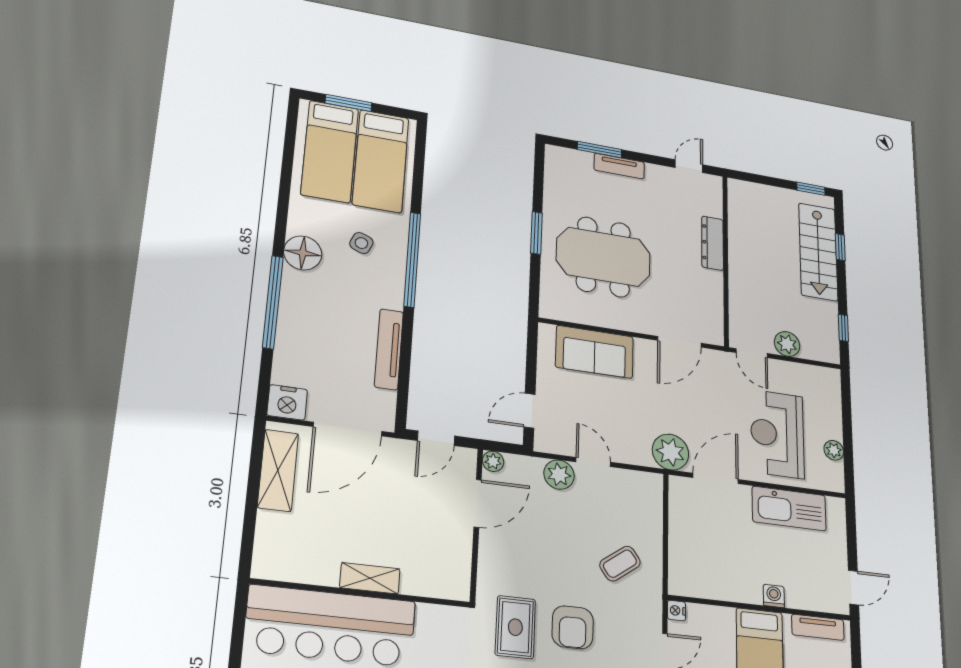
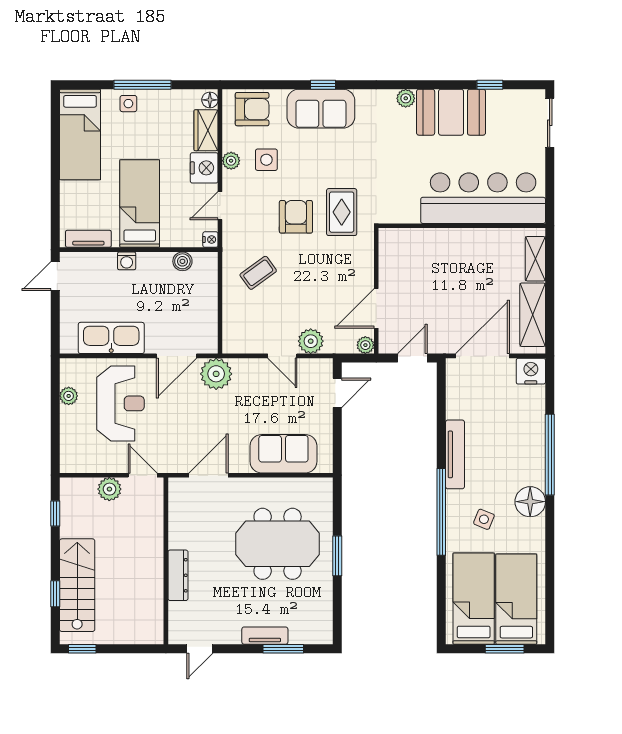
tv unit: (389, 349) -> (455, 454), moved
shelving: (370, 578) -> (535, 259), moved, turned 90
boiler: (709, 588) -> (182, 261), added

